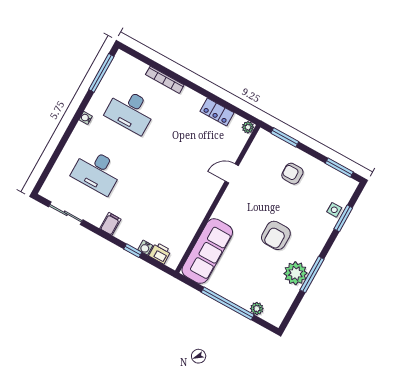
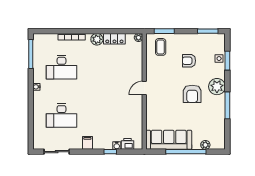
plant: (195, 101) -> (97, 39), added
coffee table: (269, 155) -> (161, 47), added
door: (232, 173) -> (144, 88), moved
armchair: (292, 174) -> (189, 61), moved
sofa: (207, 251) -> (169, 140), moved, turned -90
plant: (296, 273) -> (217, 87), moved

